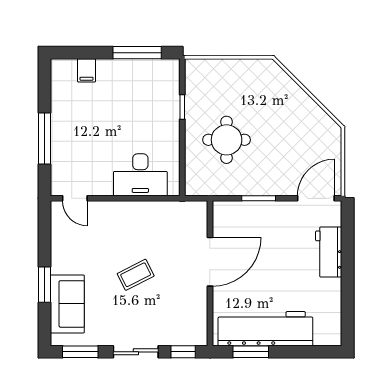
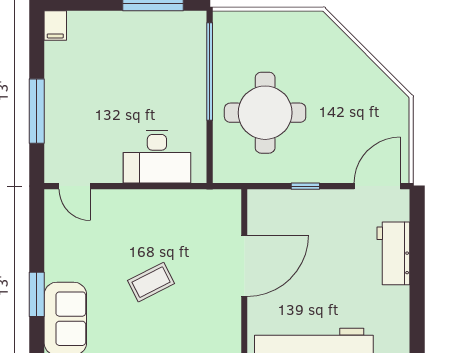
filing cabinet: (86, 70) -> (55, 26), moved
window: (182, 107) -> (210, 71), width x3.17
round table: (227, 140) -> (265, 113), width x1.36, depth x1.36
window: (259, 198) -> (305, 186), width x0.67

